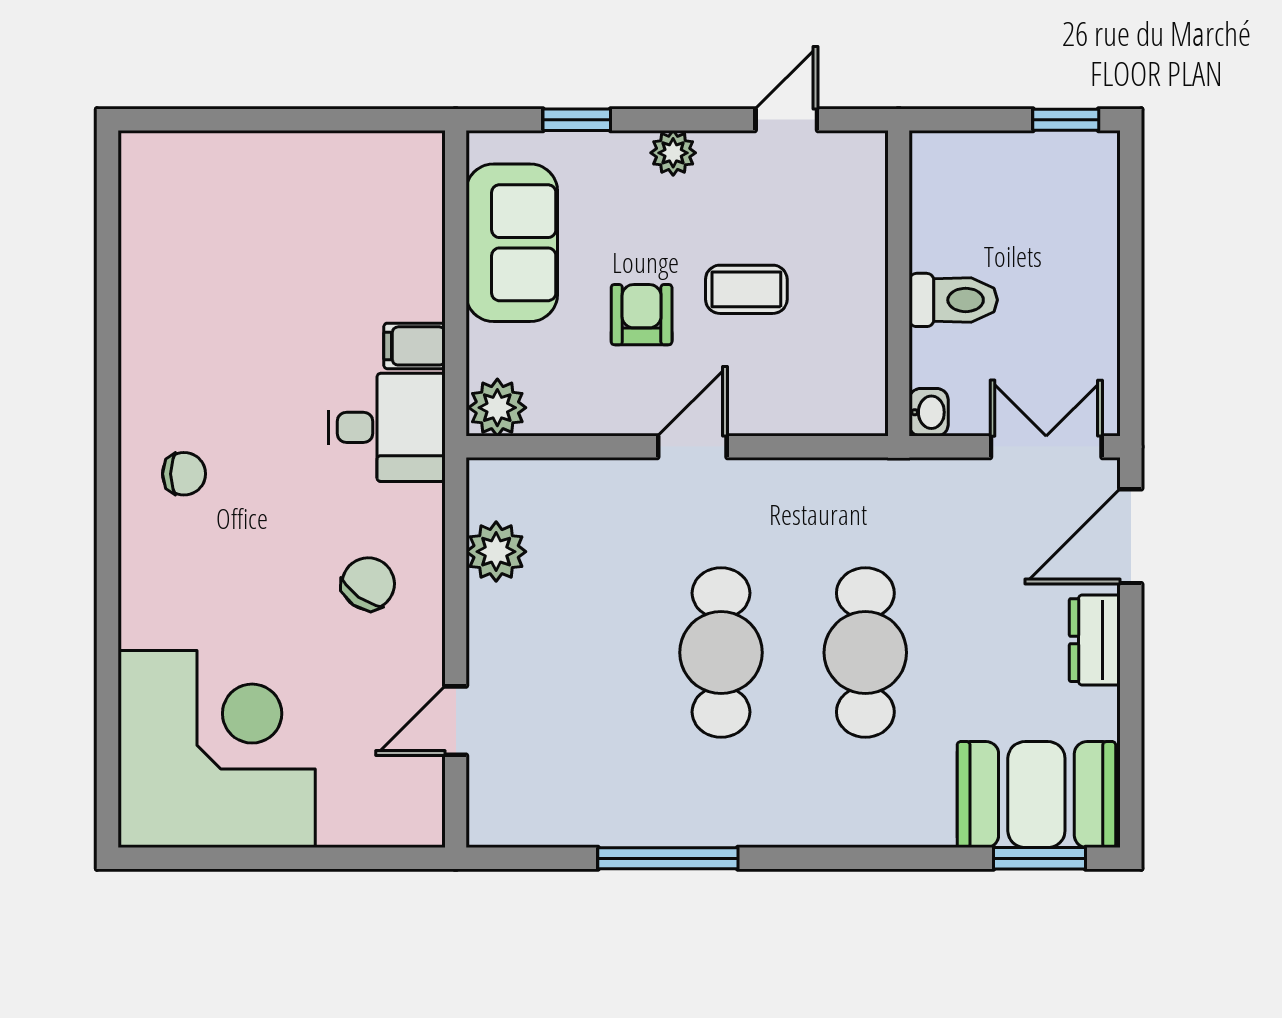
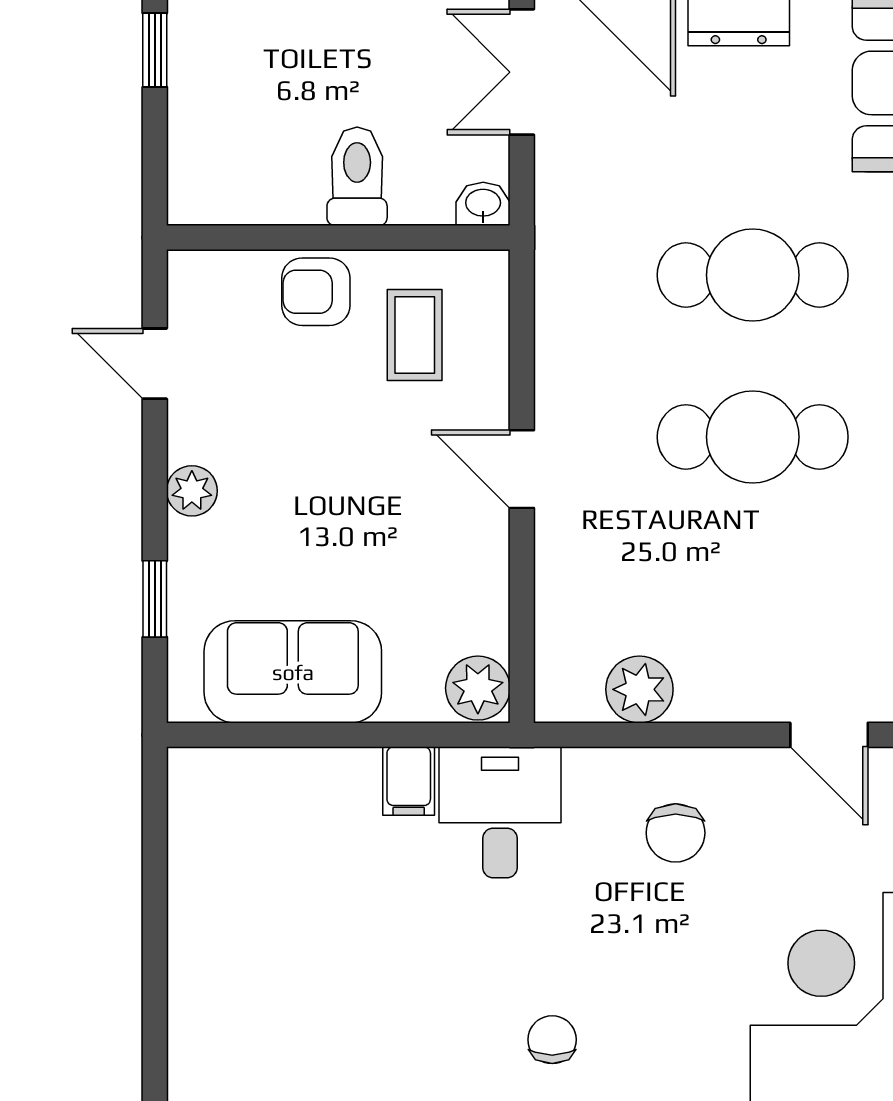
coffee table: (746, 289) -> (415, 335), moved
armchair: (642, 315) -> (316, 292), moved
chair: (368, 584) -> (676, 833), turned -125

